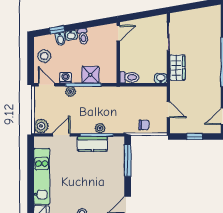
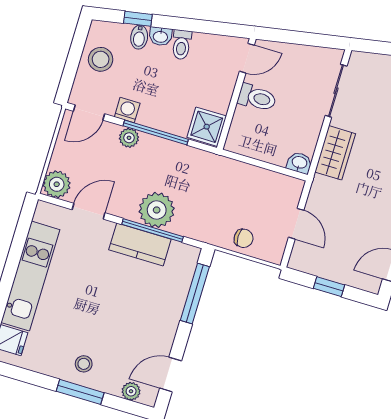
shower: (90, 75) -> (207, 127), moved
toilet: (129, 77) -> (257, 98), moved
door: (47, 85) -> (89, 113), swing flipped
plant: (100, 128) -> (157, 210), width x1.87, depth x1.87

